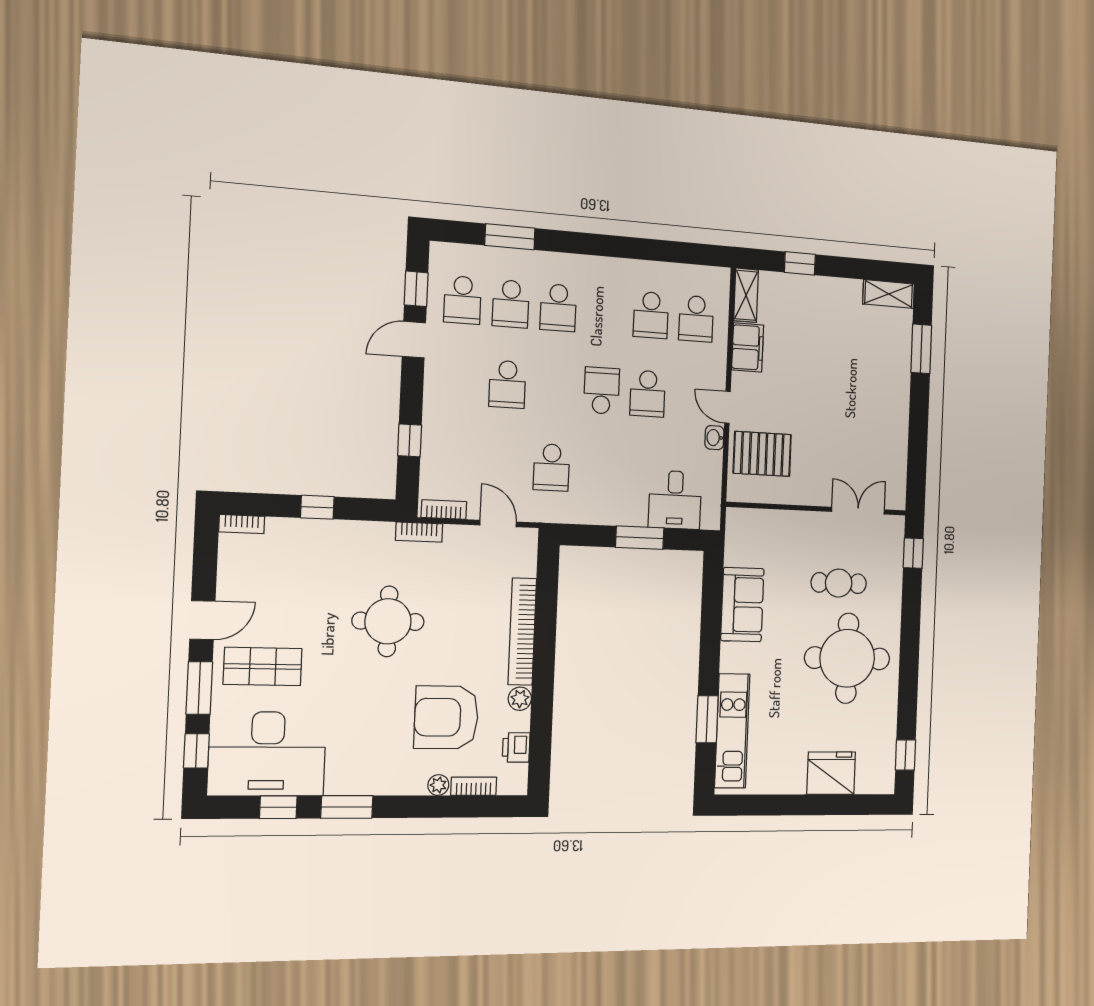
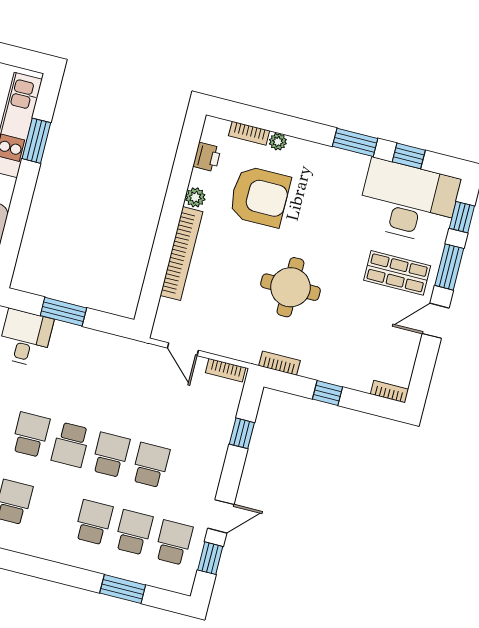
school desk: (551, 467) -> (111, 455), moved
bookcase: (419, 532) -> (280, 363), moved

